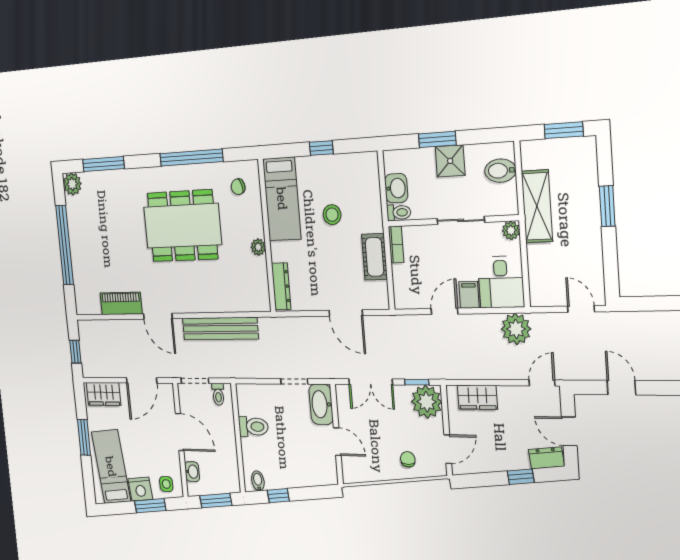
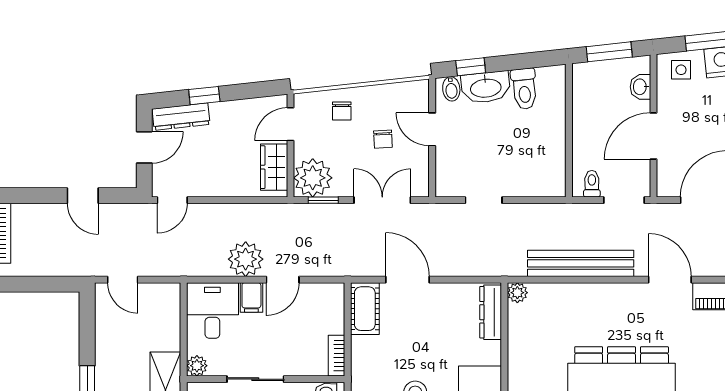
plant: (258, 247) -> (517, 293), moved
cot: (374, 257) -> (365, 309), moved
plant: (516, 329) -> (246, 259), moved
wardrobe: (477, 397) -> (274, 167), moved, turned -90
washbasin: (321, 404) -> (486, 87), moved, turned 84
toilet: (253, 427) -> (524, 89), moved, turned -96
door: (569, 431) -> (144, 147), hinge flipped
door: (180, 432) -> (653, 136), hinge flipped
chair: (374, 434) -> (383, 139), added
dresser: (546, 458) -> (181, 117), width x1.44
bidet: (258, 481) -> (451, 89), moved
window: (278, 496) -> (471, 67), moved

